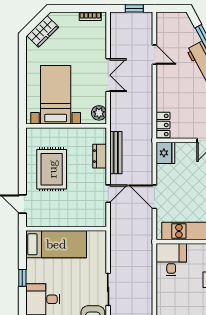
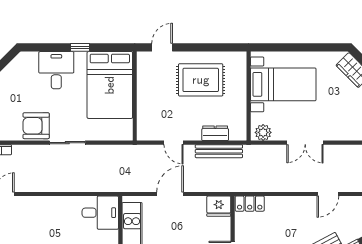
bed: (56, 244) -> (110, 85), width x1.50

